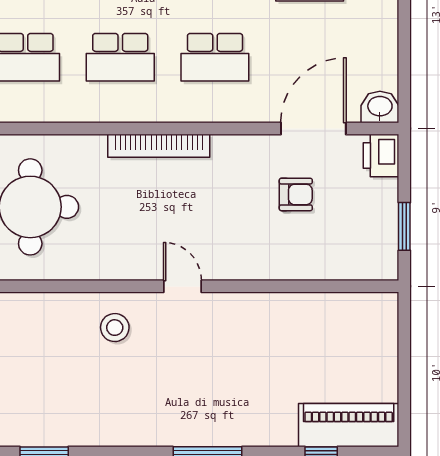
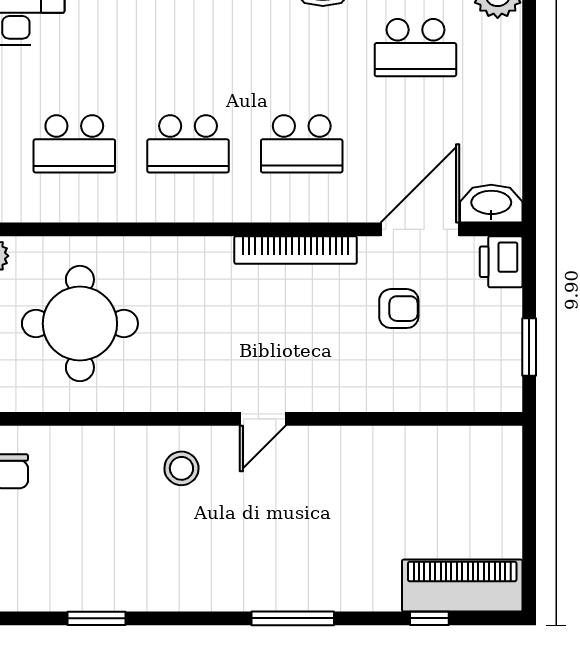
washbasin: (380, 107) -> (491, 204), width x1.38
bookcase: (159, 146) -> (296, 250), moved
door: (183, 286) -> (263, 419), swing flipped

